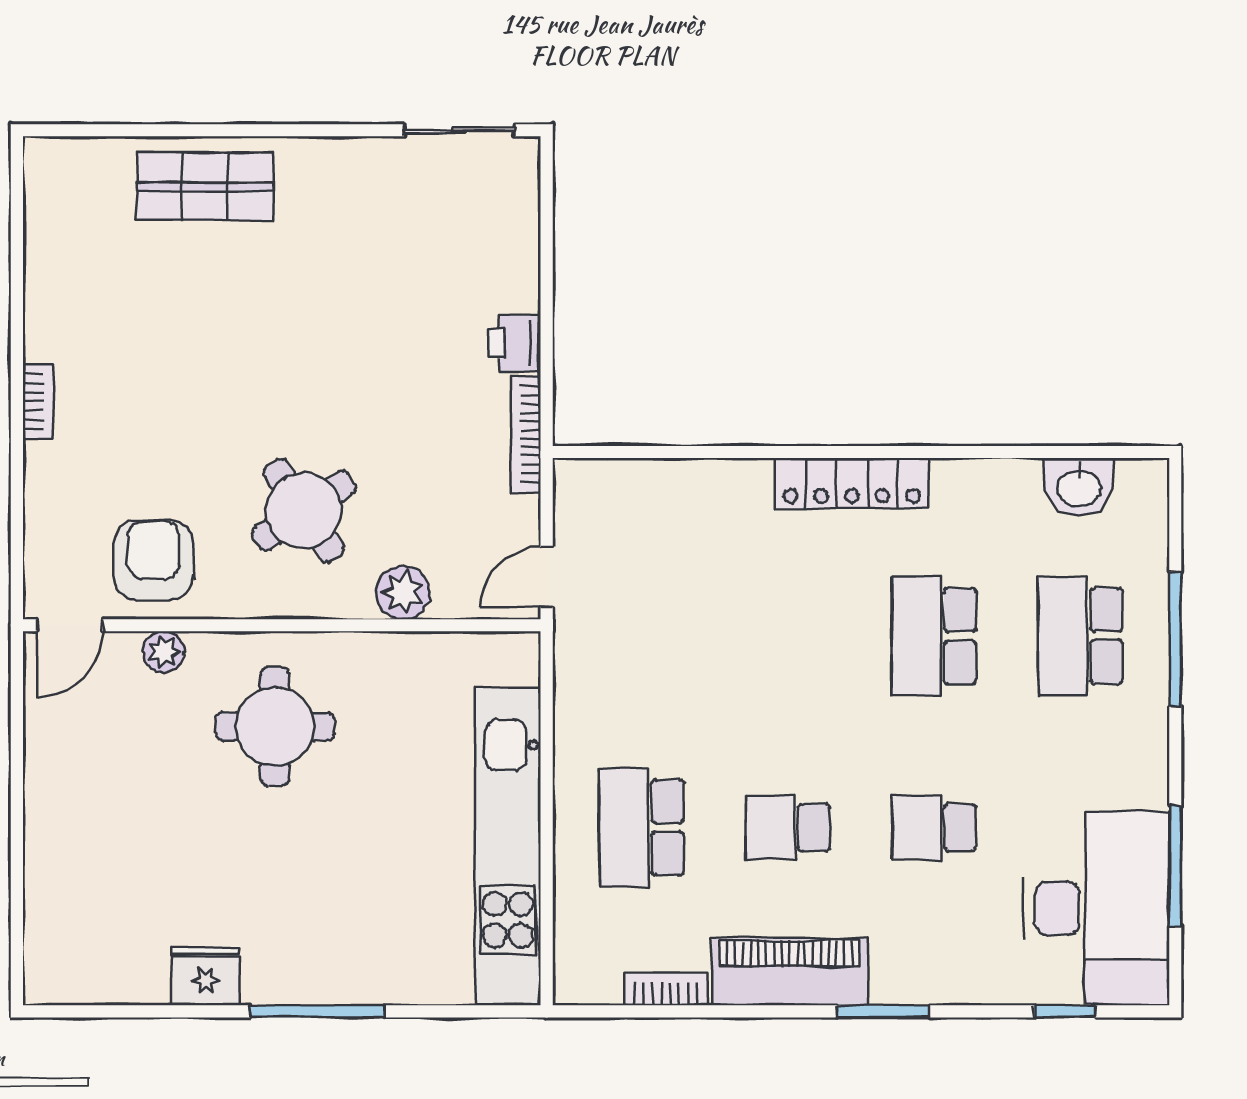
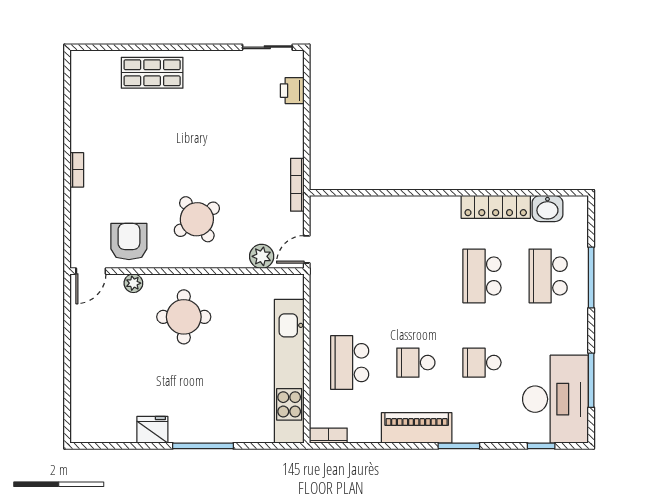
printer: (515, 343) -> (292, 91), moved
locker: (852, 483) -> (496, 207), moved
plant: (403, 593) -> (262, 256), moved
bookcase: (666, 989) -> (328, 436), moved

